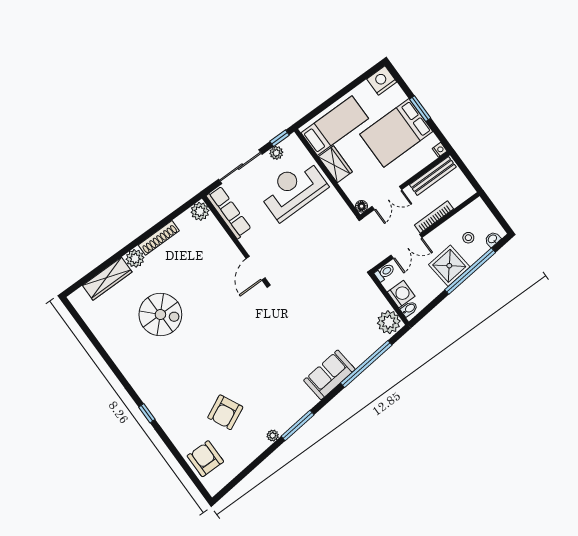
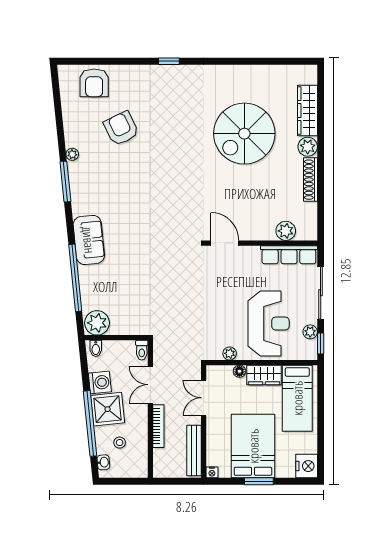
plant: (338, 203) -> (230, 353), added
floor lamp: (362, 206) -> (239, 371), moved
plant: (200, 211) -> (286, 231), moved
washing machine: (401, 294) -> (100, 382), moved, turned -96
spiral stairs: (160, 315) -> (244, 134), width x1.37, depth x1.37
armchair: (205, 459) -> (94, 83), turned 90

